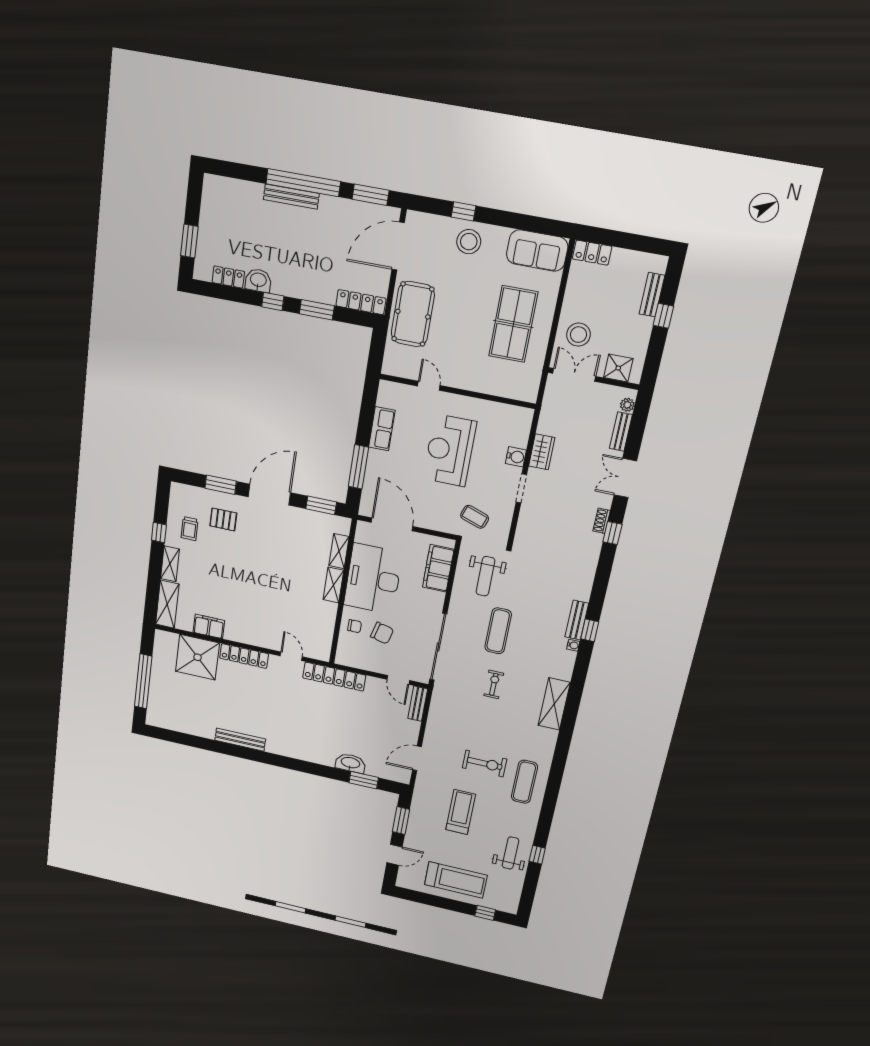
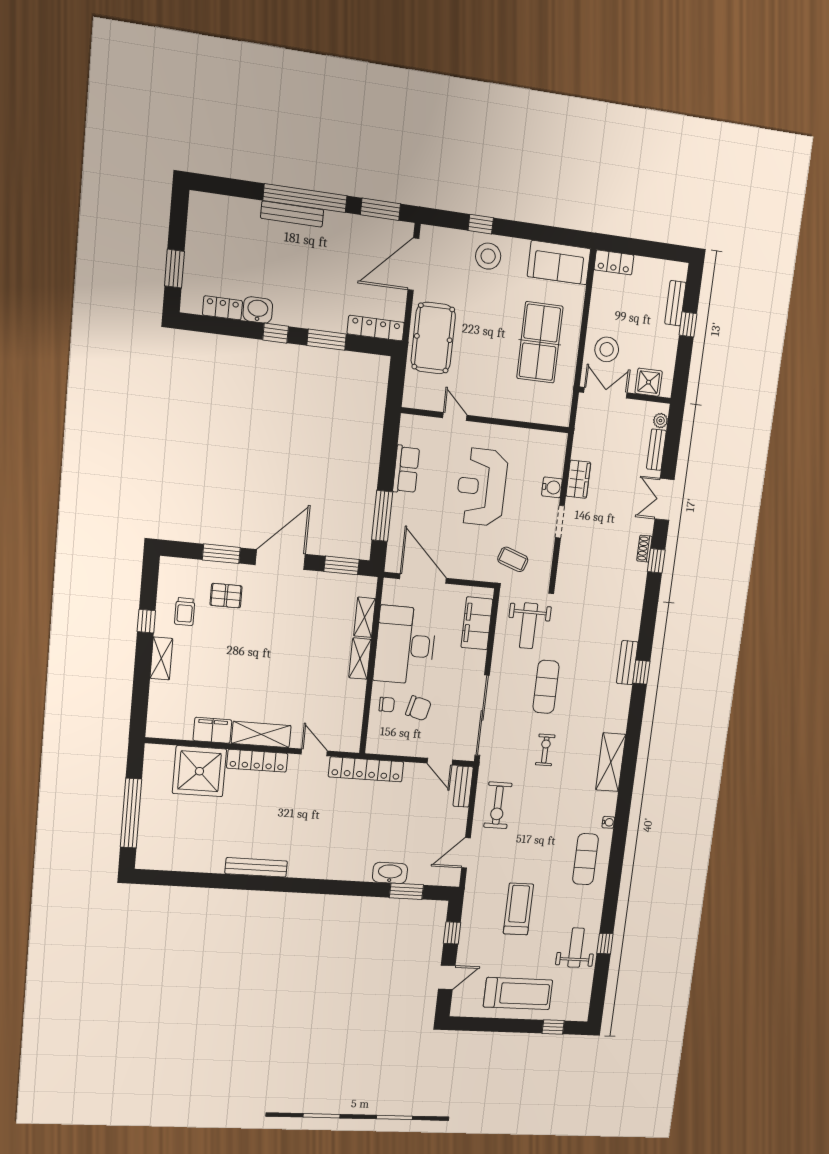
shelving: (167, 604) -> (261, 734), moved, turned 90
water cooler: (573, 645) -> (608, 822), moved
exercise bike: (485, 763) -> (498, 805), moved, turned 90
window: (401, 821) -> (452, 933), width x0.67

